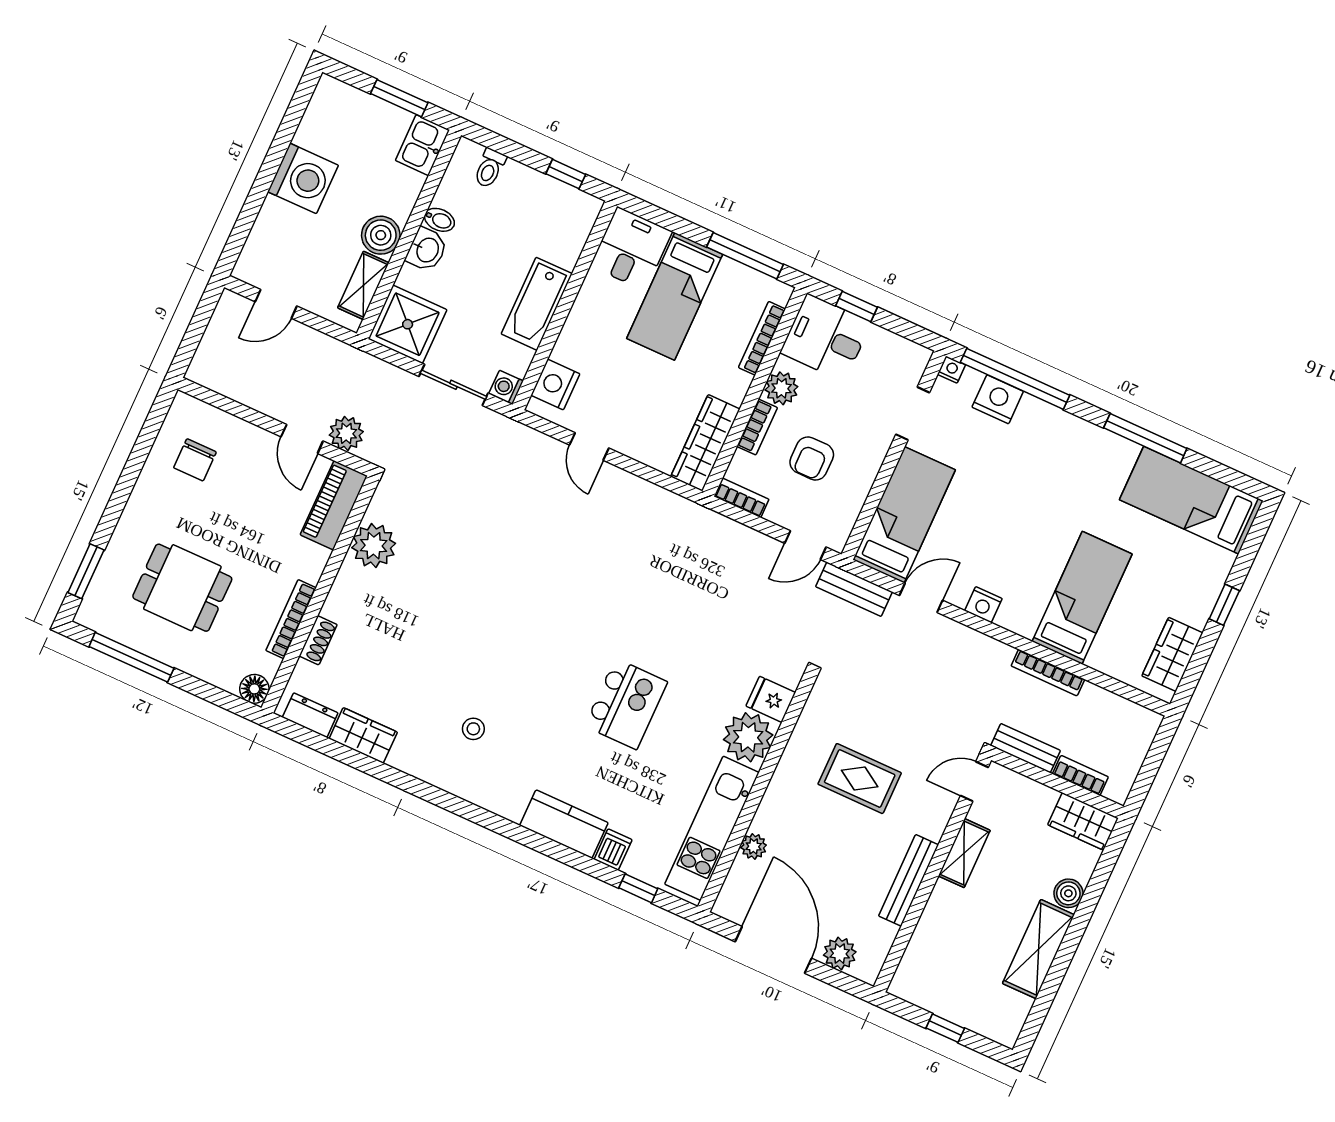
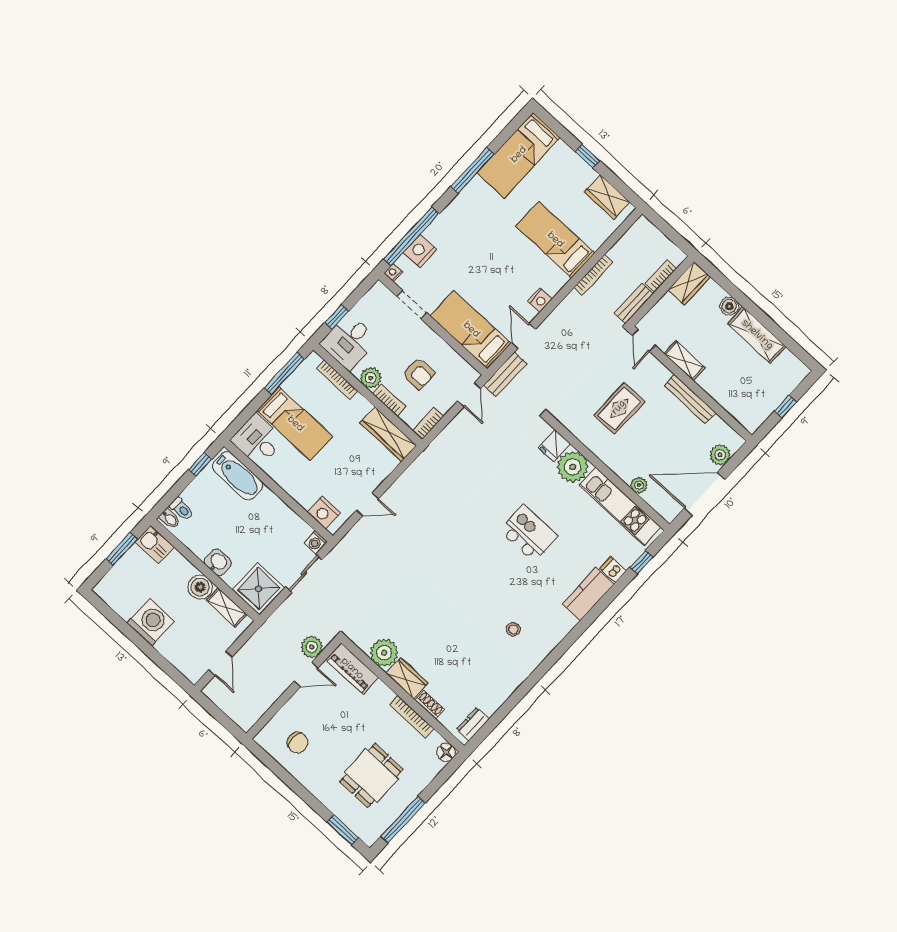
bidet: (439, 220) -> (170, 519), moved, turned 90
bathtub: (537, 304) -> (238, 476), moved
wardrobe: (363, 735) -> (407, 678), moved, turned 90

